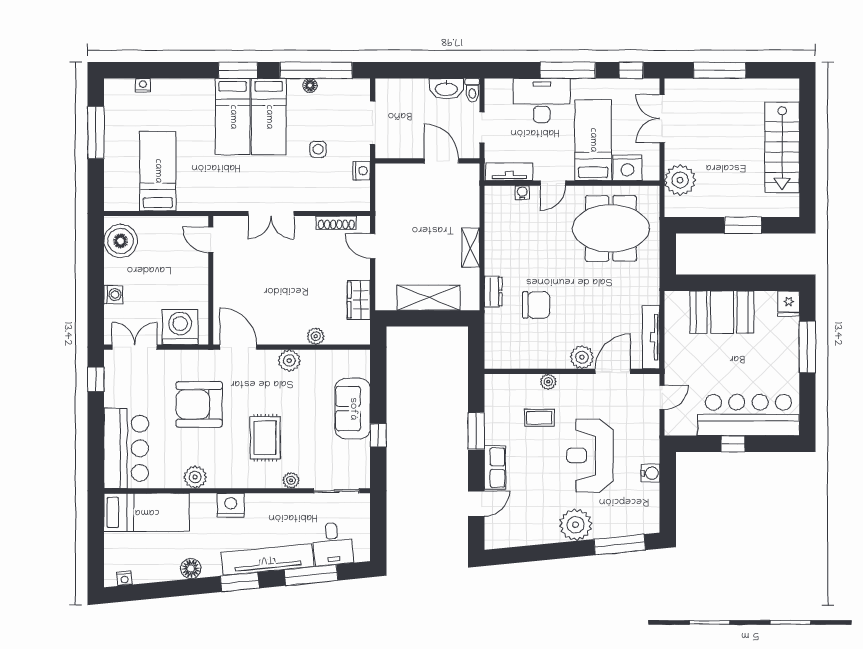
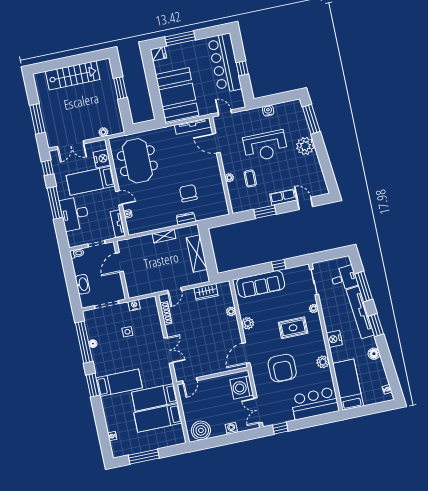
washbasin: (446, 89) -> (83, 284), moved
bed: (269, 117) -> (155, 397), moved, turned 180
plant: (680, 180) -> (103, 132), width x0.53, depth x0.53
booth: (722, 312) -> (177, 95), width x1.36, depth x1.42
plant: (582, 357) -> (212, 162), removed
sofa: (353, 409) -> (261, 284), width x1.36

